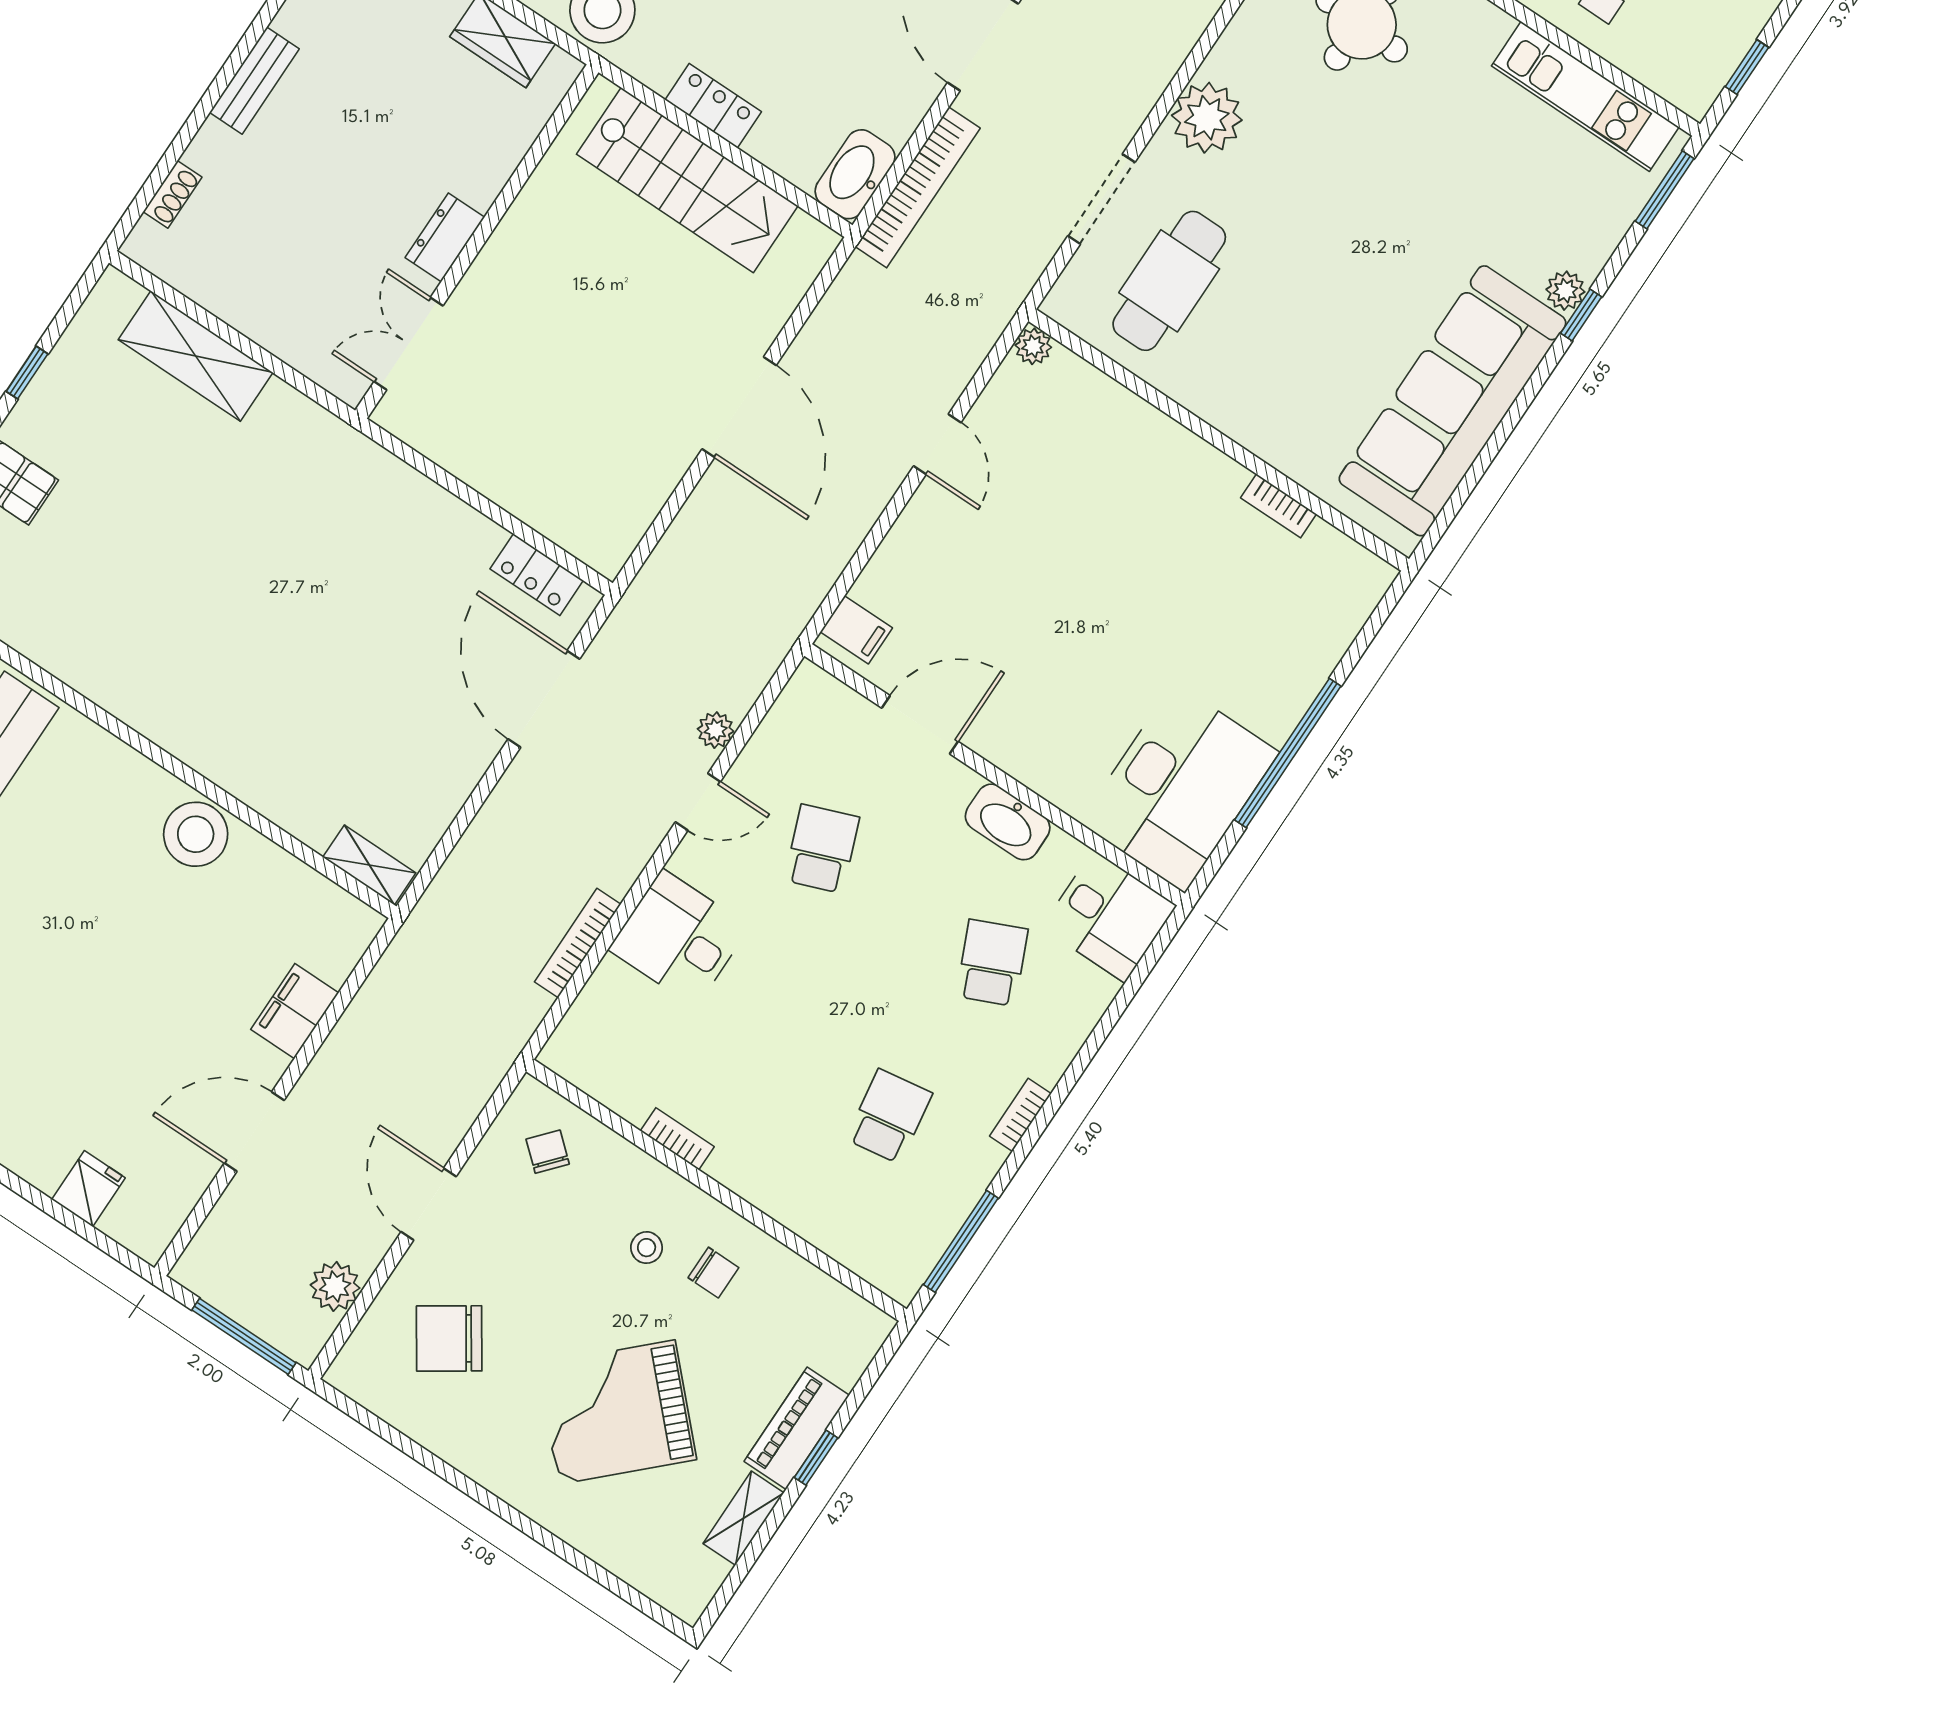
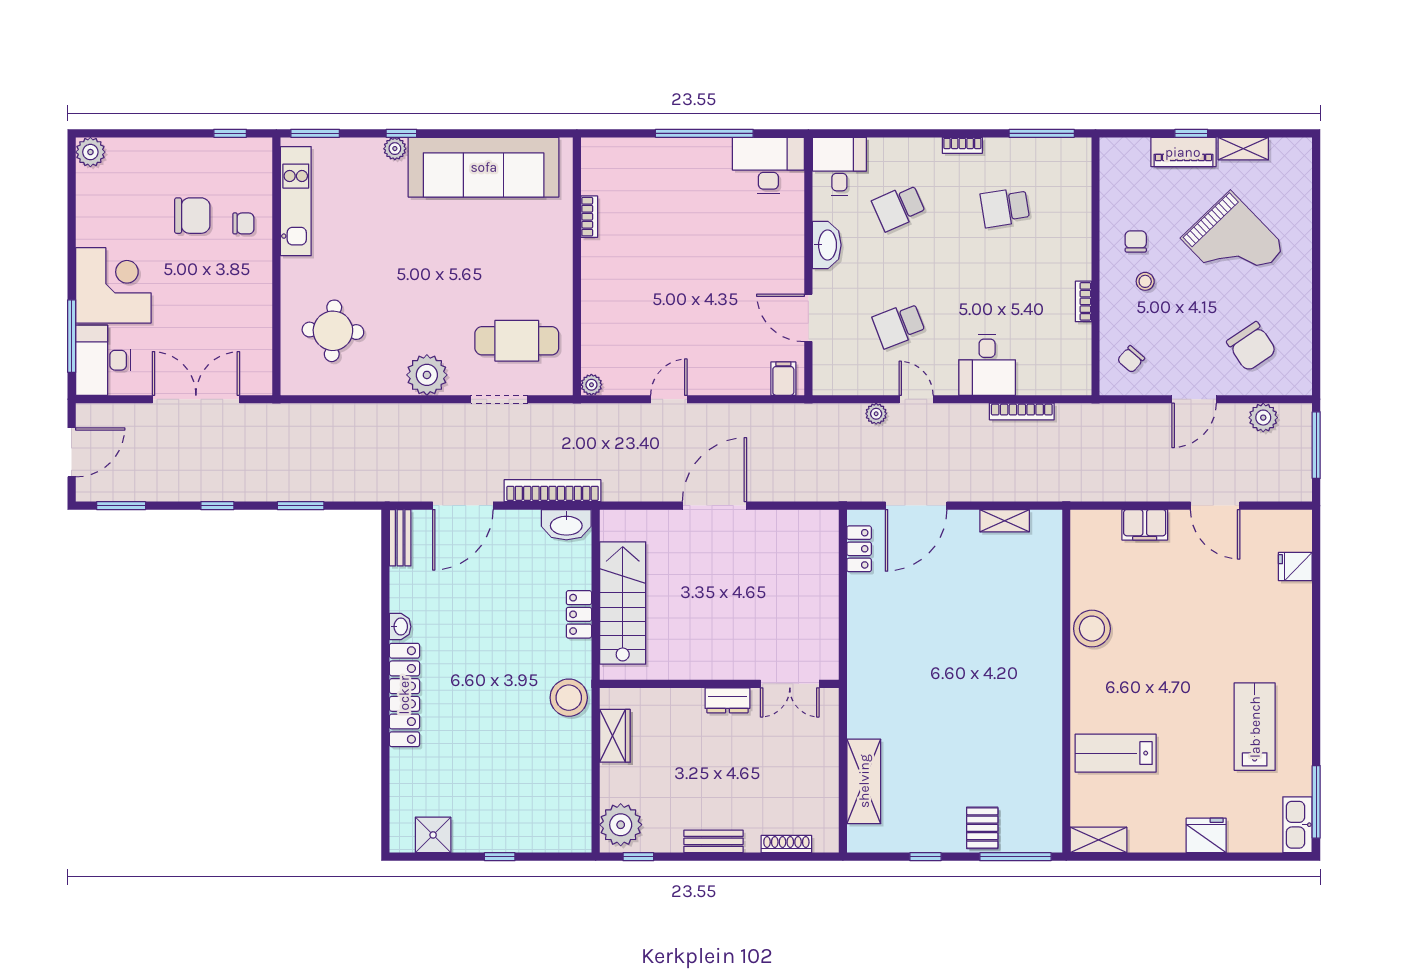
shoe rack: (173, 194) -> (786, 844), width x1.43
desk: (1179, 787) -> (768, 166), width x0.73, depth x0.77
shelving: (369, 865) -> (1005, 521), moved, turned 90

